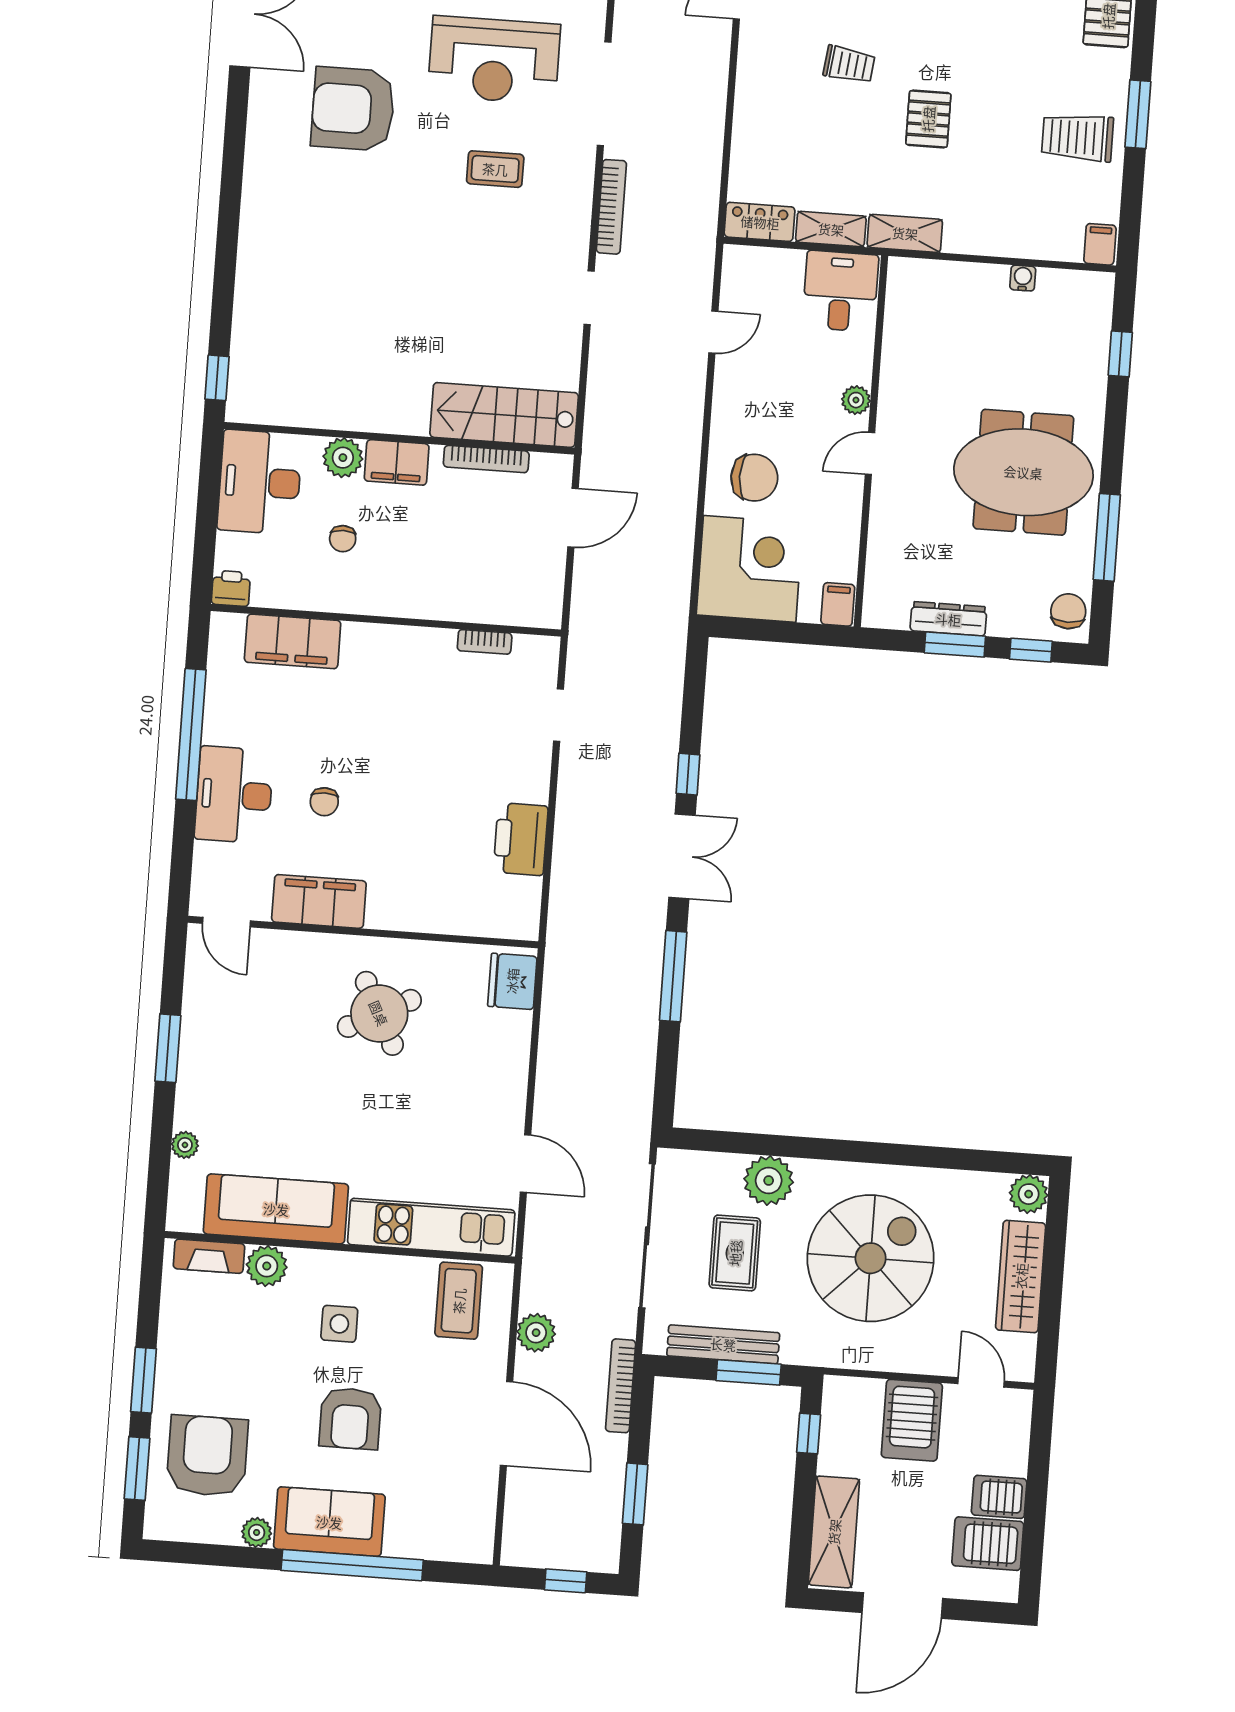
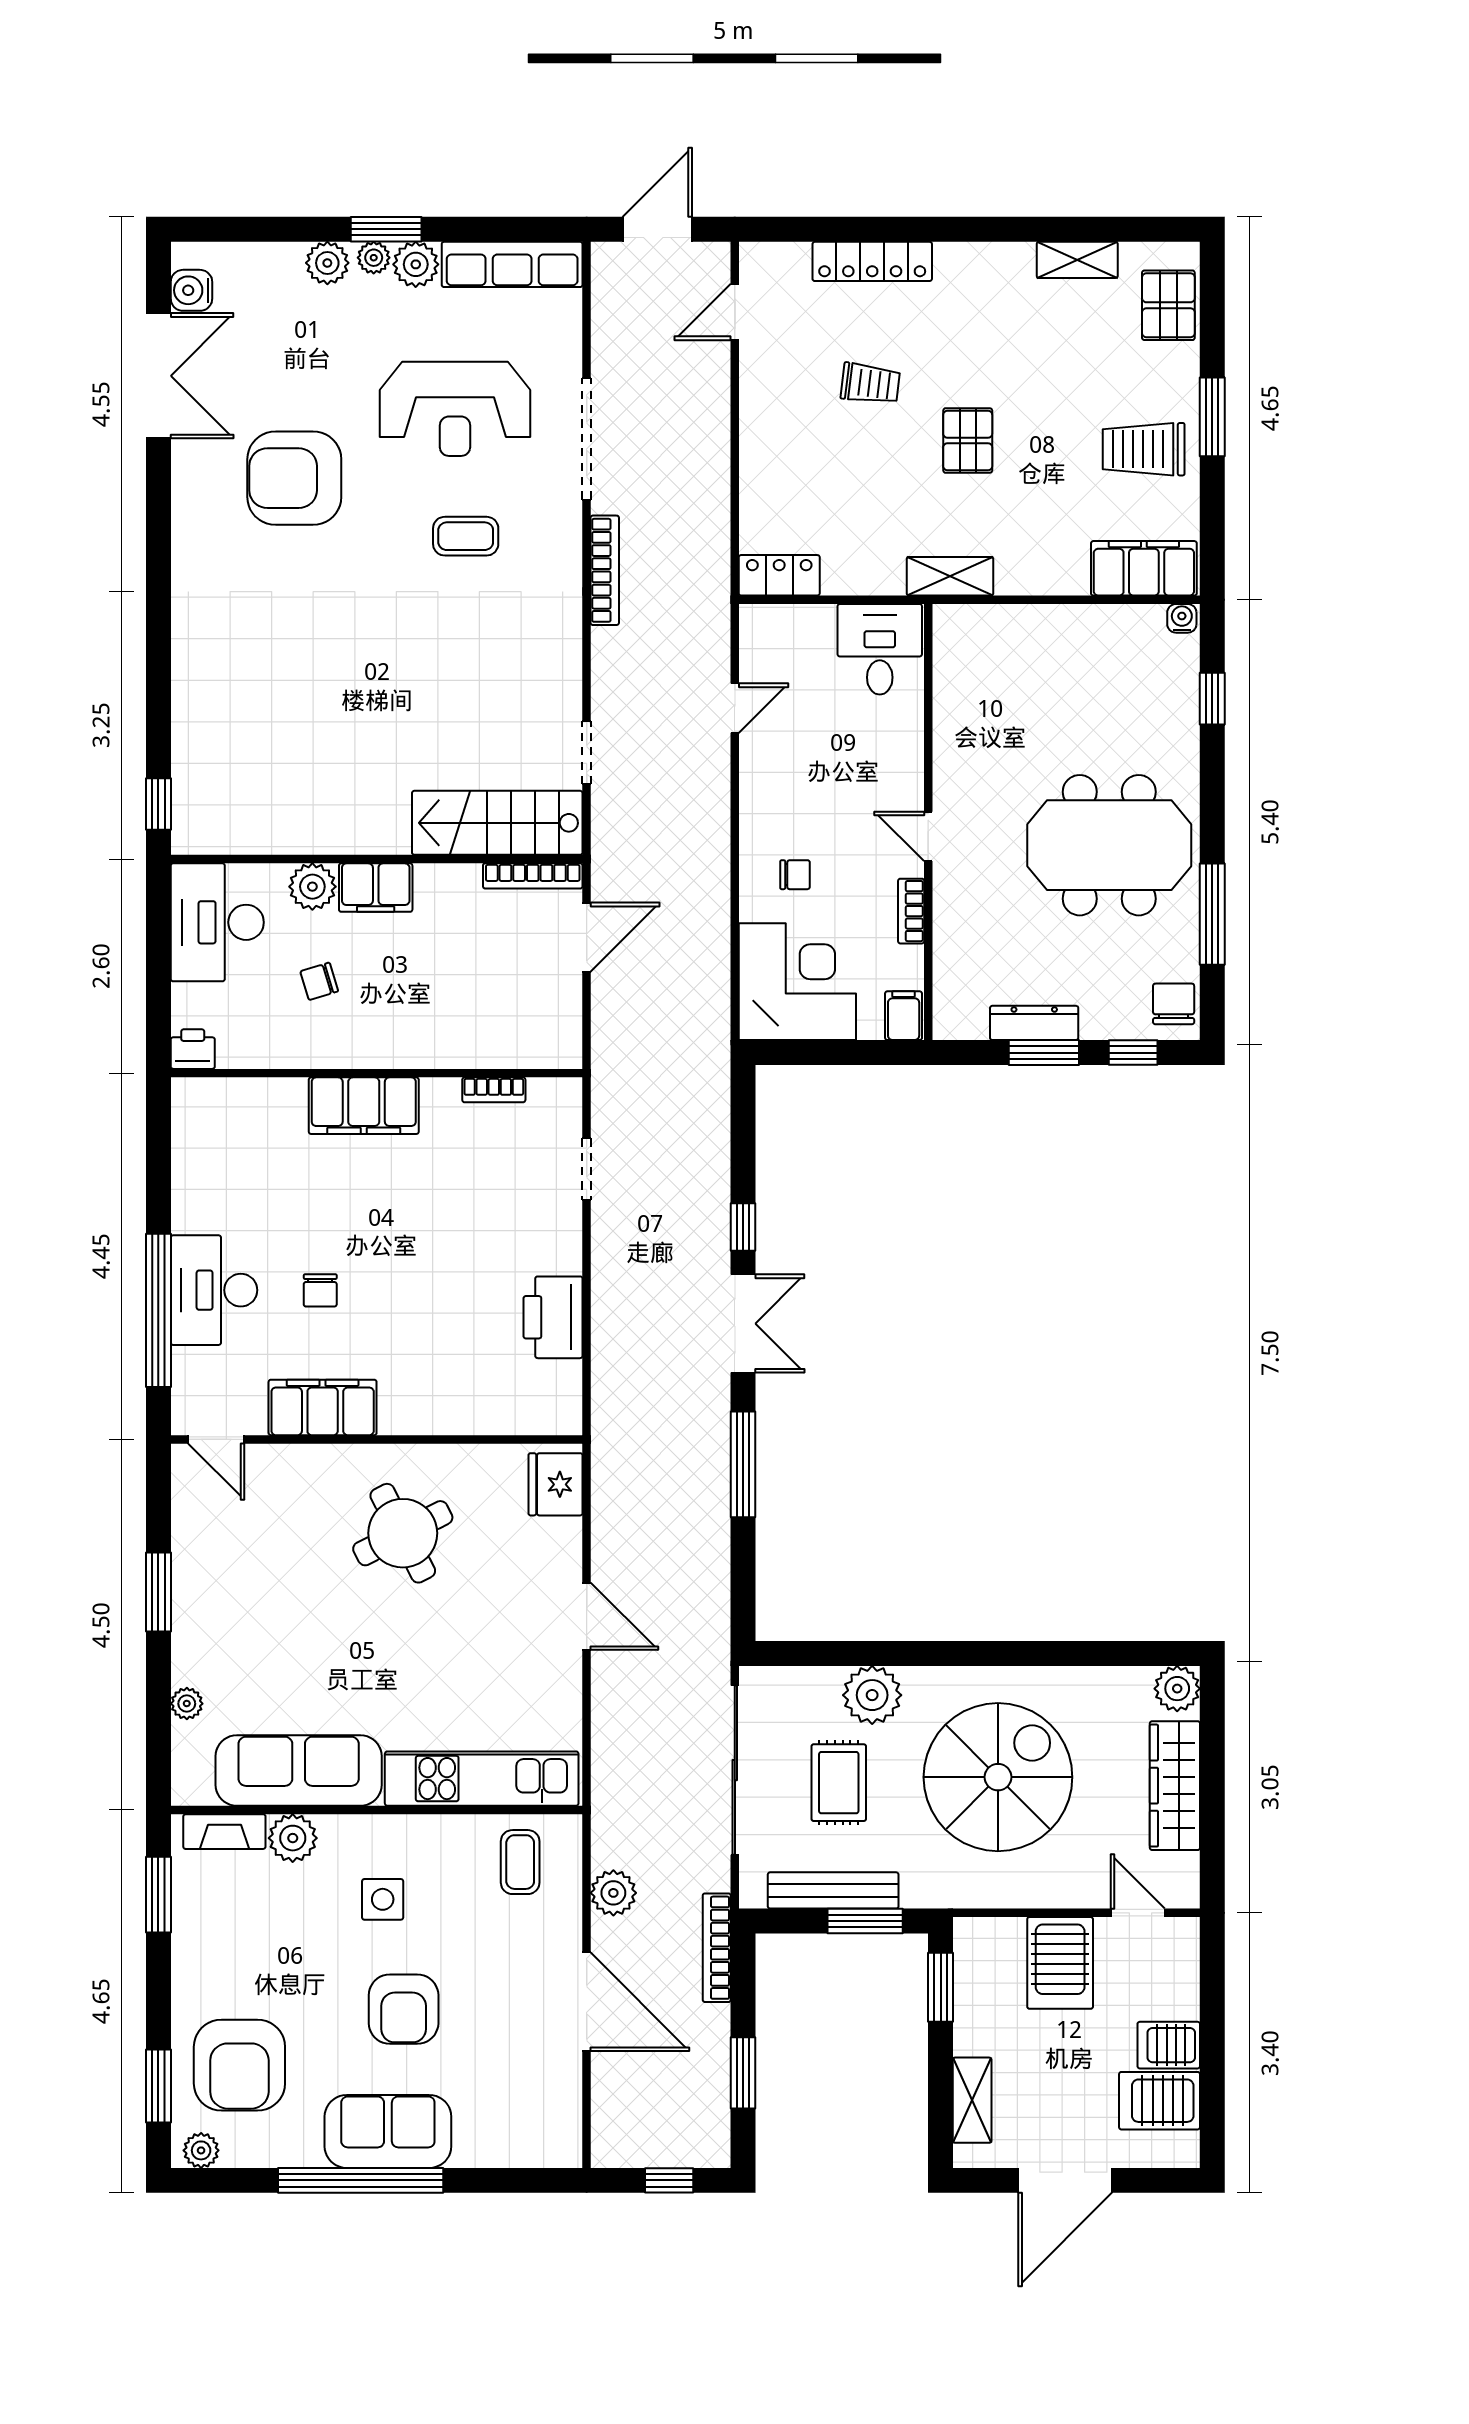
shelving: (831, 229) -> (863, 577), removed
filing cabinet: (1100, 244) -> (1144, 568), width x3.00, depth x1.17
water cooler: (1023, 278) -> (1182, 618), moved
doorway: (589, 298) -> (587, 753), moved
plant: (856, 400) -> (907, 775), removed
door: (870, 453) -> (928, 836), hinge flipped
bookcase: (486, 459) -> (533, 876), moved
chair: (754, 478) -> (795, 875), width x0.54, depth x0.54
bookcase: (851, 516) -> (911, 911), added
chair: (343, 539) -> (319, 981), turned 73
filing cabinet: (293, 641) -> (364, 1106), moved
window: (191, 735) -> (158, 1310), moved
door: (526, 1164) -> (587, 1616), moved
coffee table: (459, 1301) -> (520, 1862), width x0.73, depth x0.77
window: (143, 1380) -> (158, 1895), moved
window: (809, 1434) -> (941, 1987), width x1.50
armchair: (207, 1456) -> (239, 2065), turned 180
plant: (257, 1532) -> (201, 2150), moved
shelving: (834, 1532) -> (972, 2100), width x0.67, depth x0.75
window: (352, 1565) -> (361, 2180), moved

